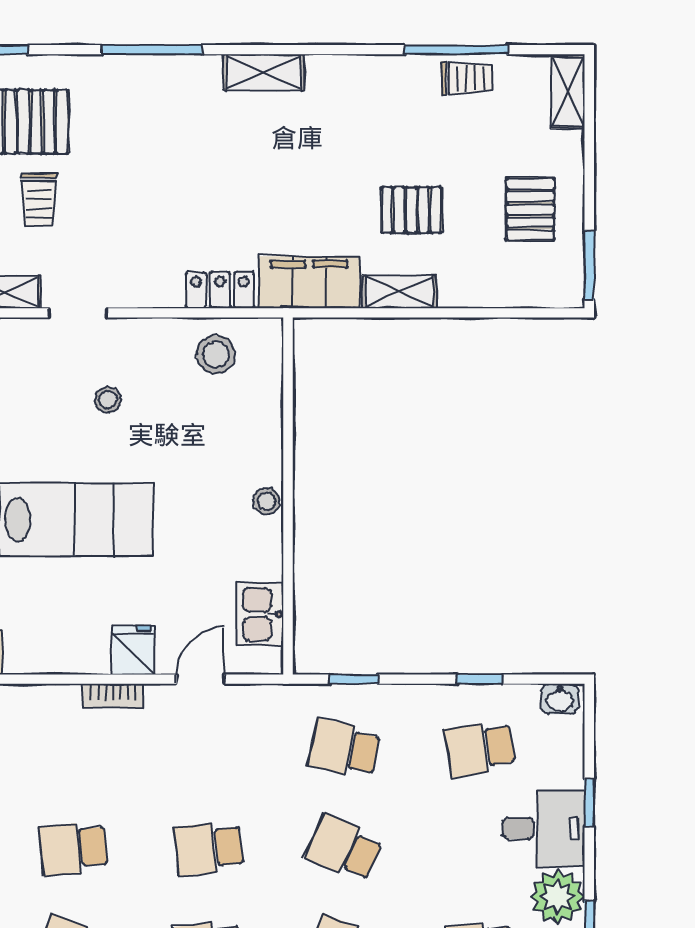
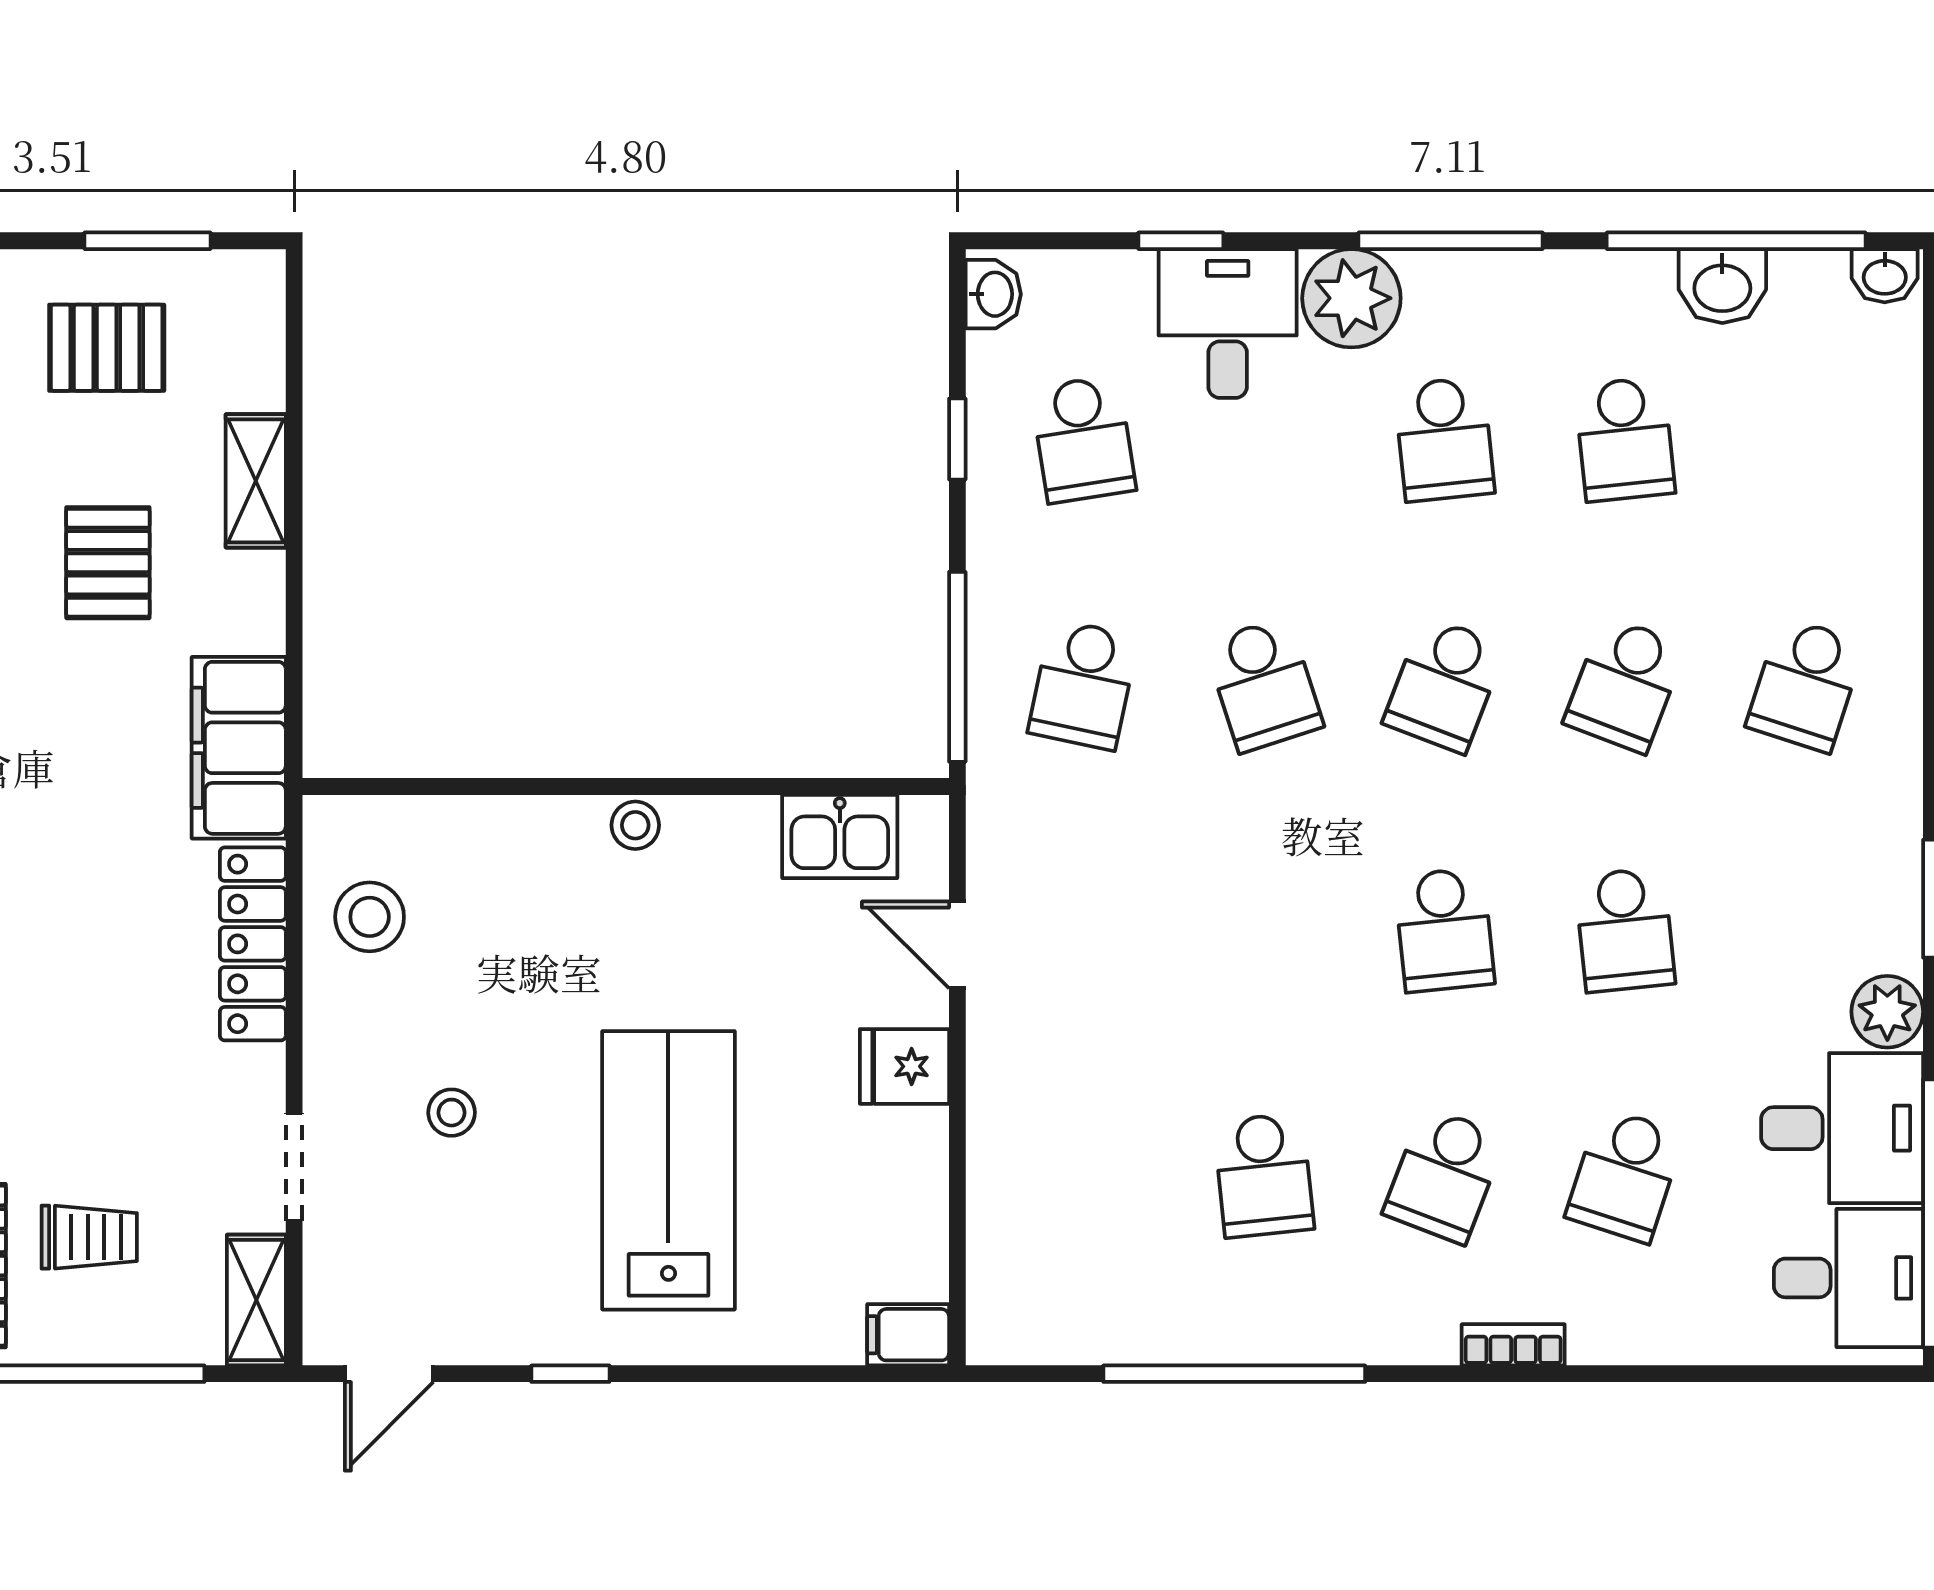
window: (589, 265) -> (147, 241), moved
locker: (220, 290) -> (253, 944), width x1.53
shelving: (399, 292) -> (256, 481), moved
window: (354, 679) -> (957, 667), width x2.17
bookcase: (113, 696) -> (987, 1103), removed
school desk: (209, 848) -> (1264, 930), removed
school desk: (344, 848) -> (1264, 685), turned -42

